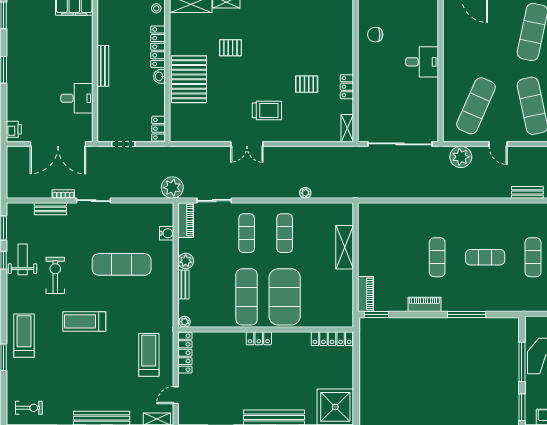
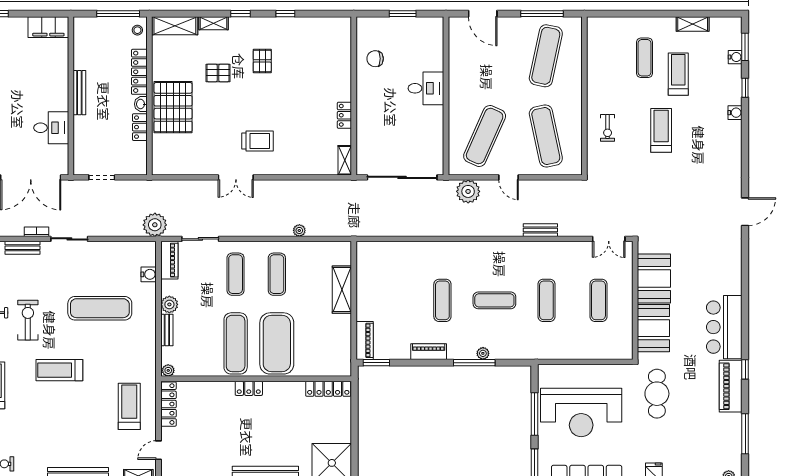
pallet: (307, 84) -> (262, 61), moved, turned 90
locker: (158, 129) -> (140, 127), moved
plant: (474, 306) -> (483, 353), added

